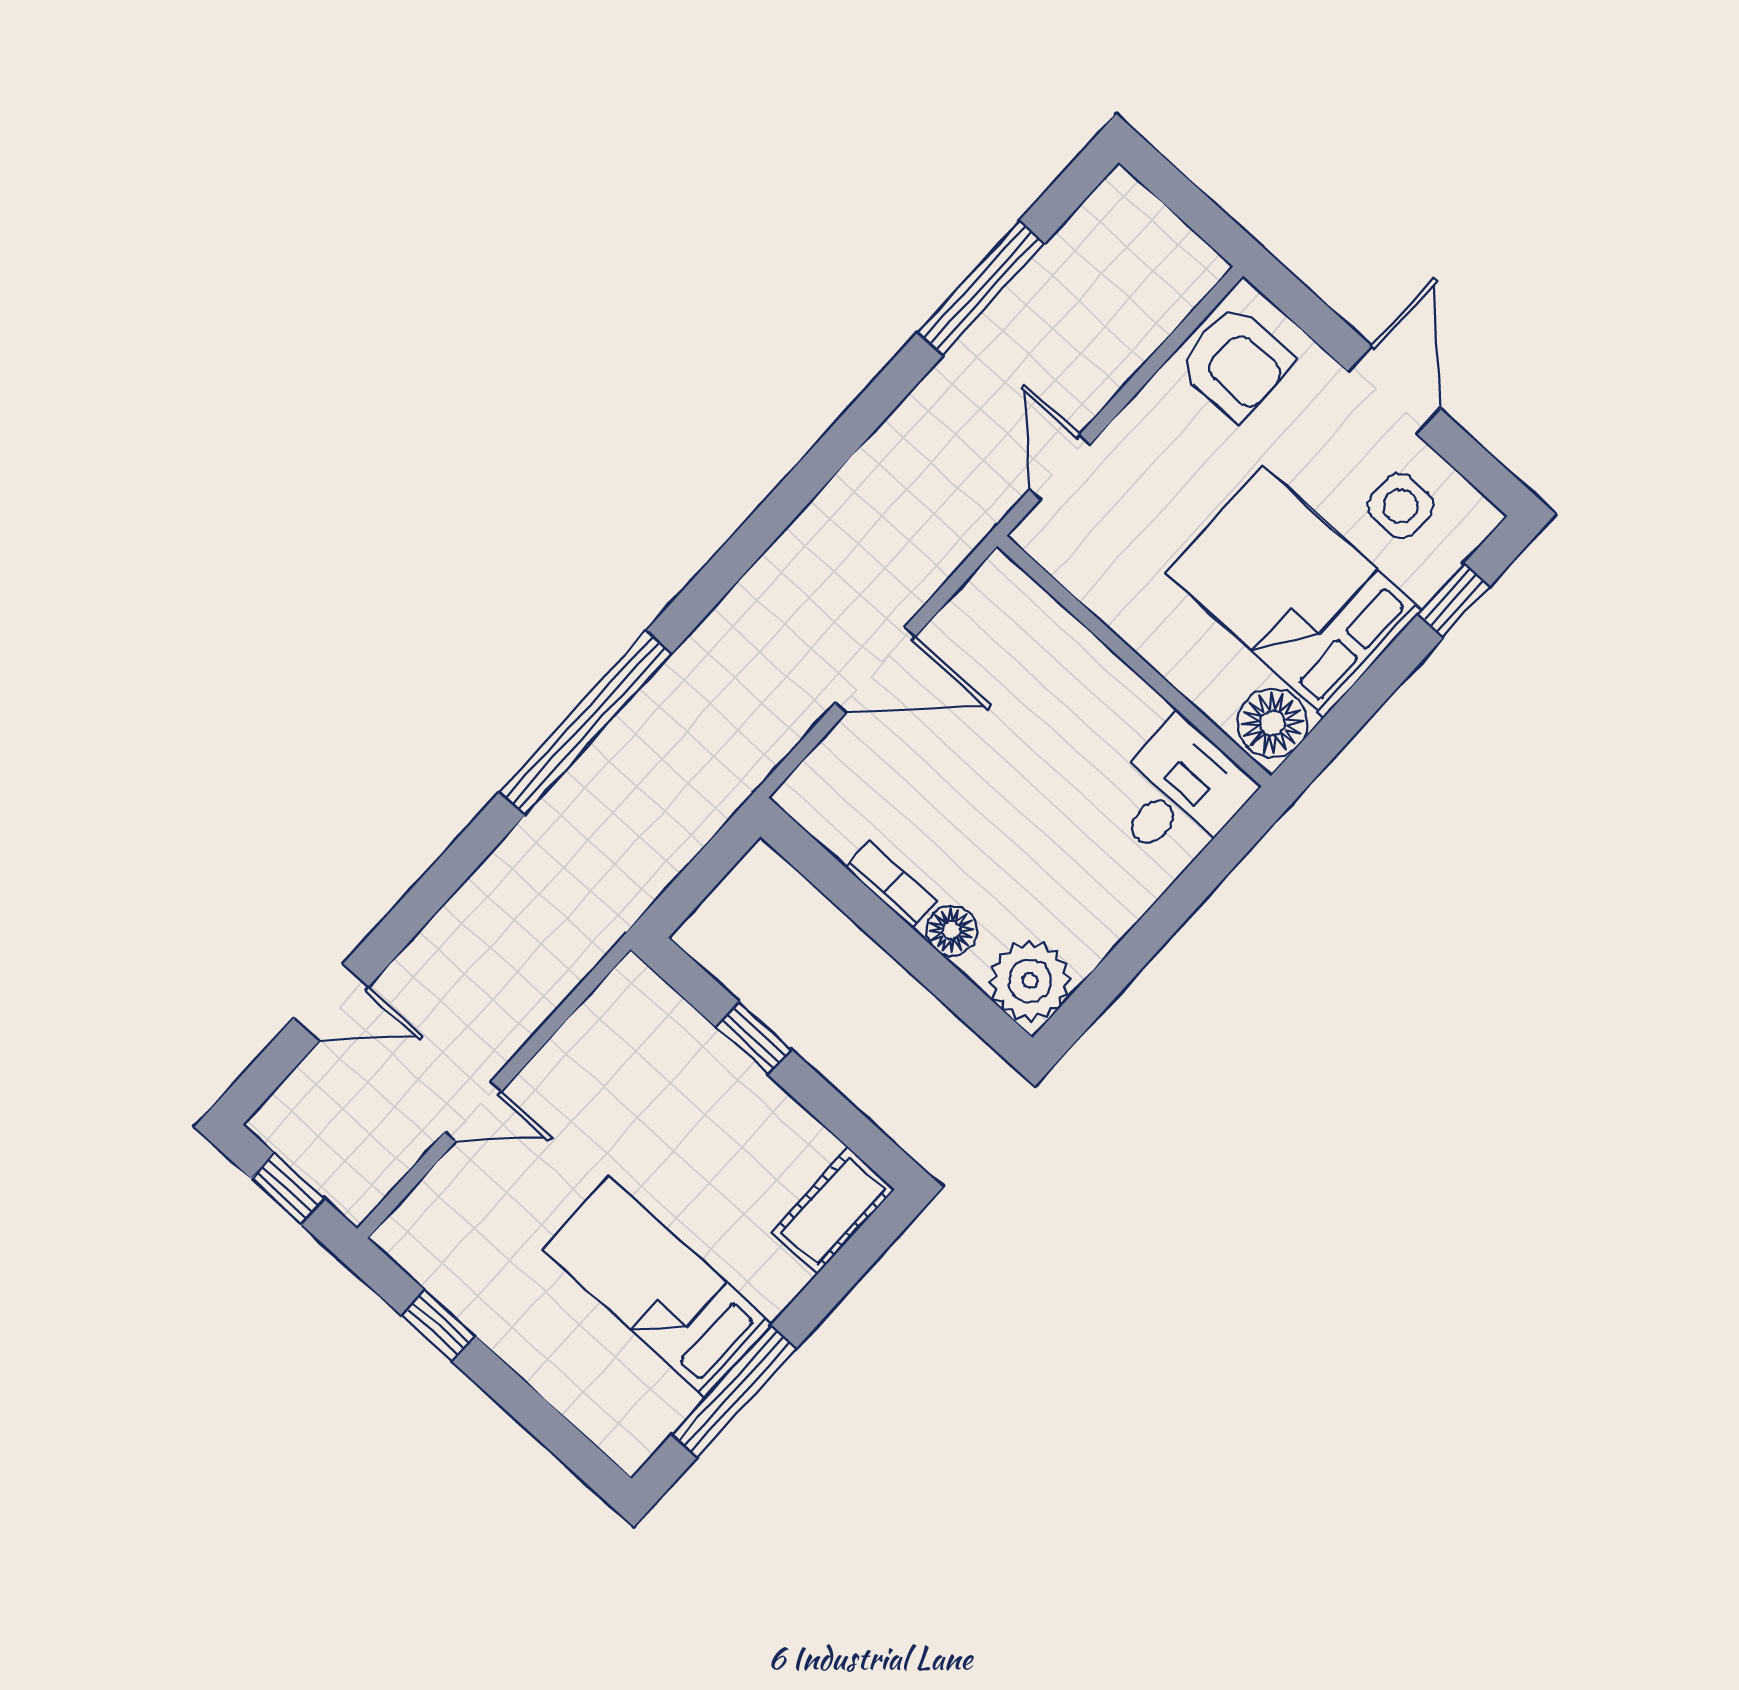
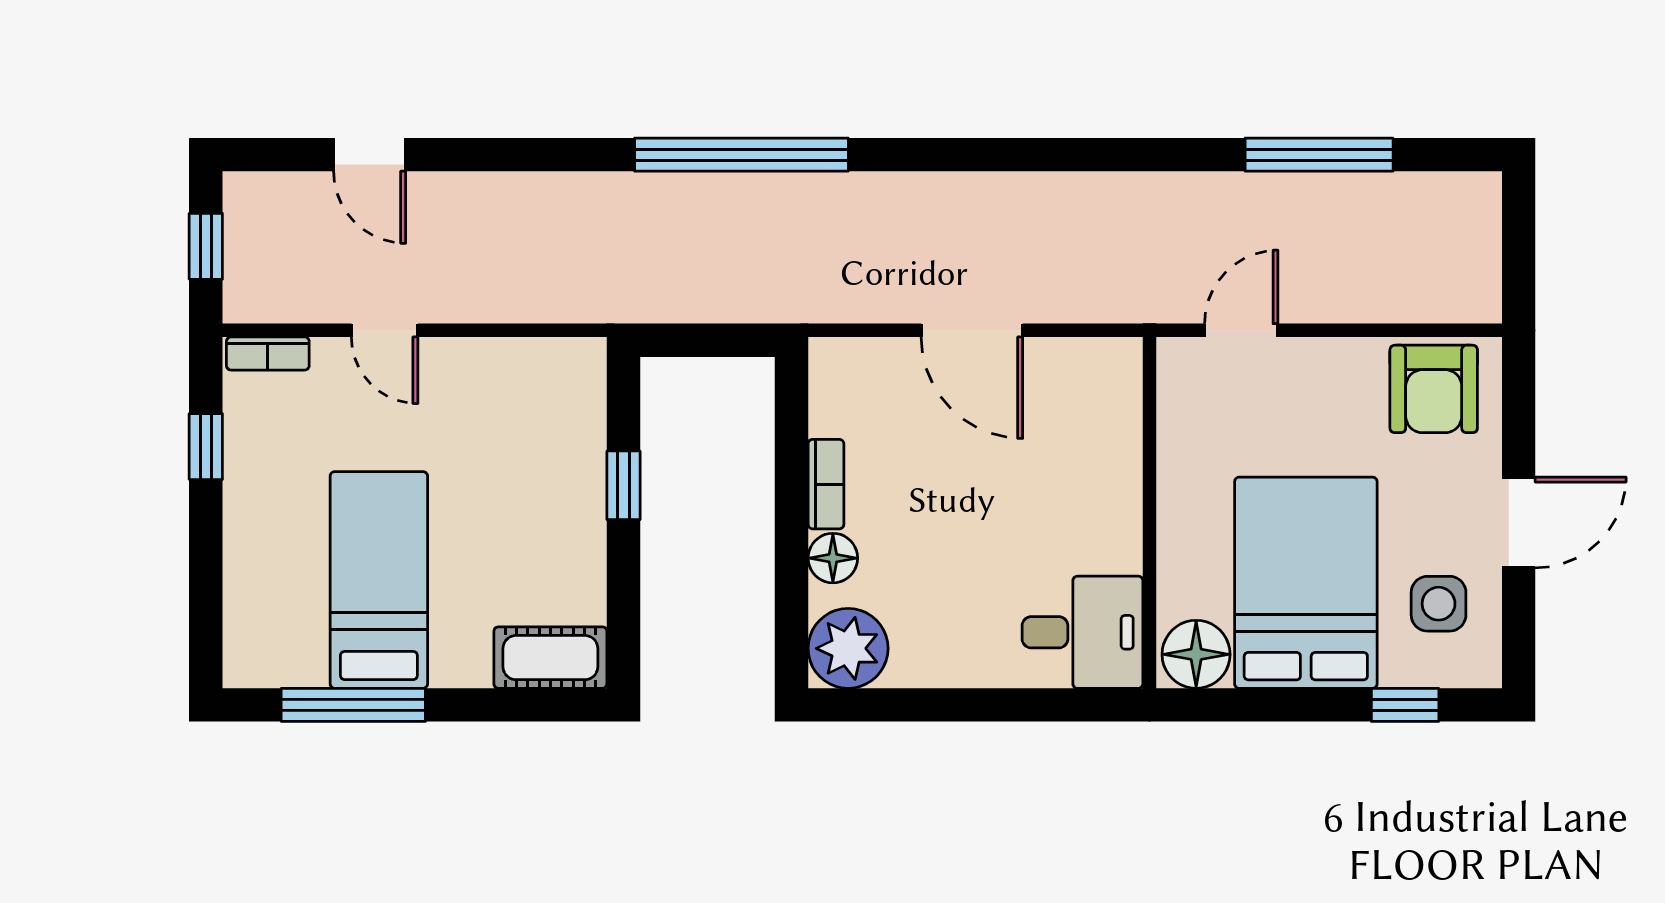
bookcase: (411, 1215) -> (268, 353), added

